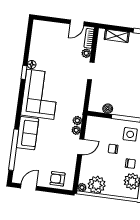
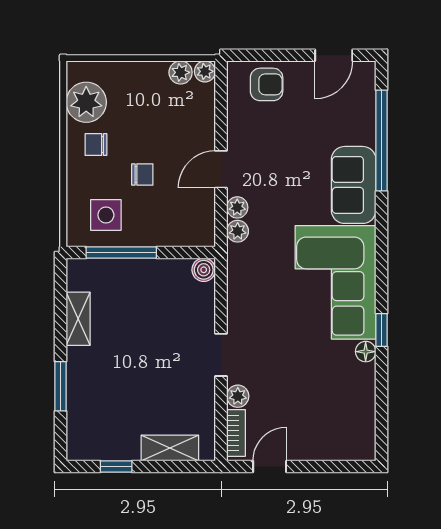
boiler: (108, 109) -> (204, 270), moved
plant: (97, 185) -> (181, 72), width x0.53, depth x0.53

